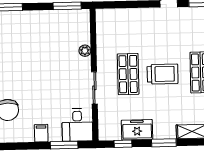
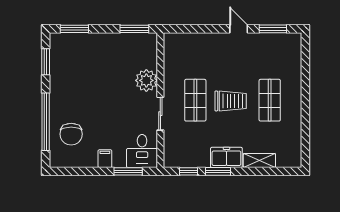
plant: (85, 51) -> (146, 80), width x1.88, depth x1.88
freezer: (137, 130) -> (226, 157), moved
window: (164, 143) -> (218, 171), moved

